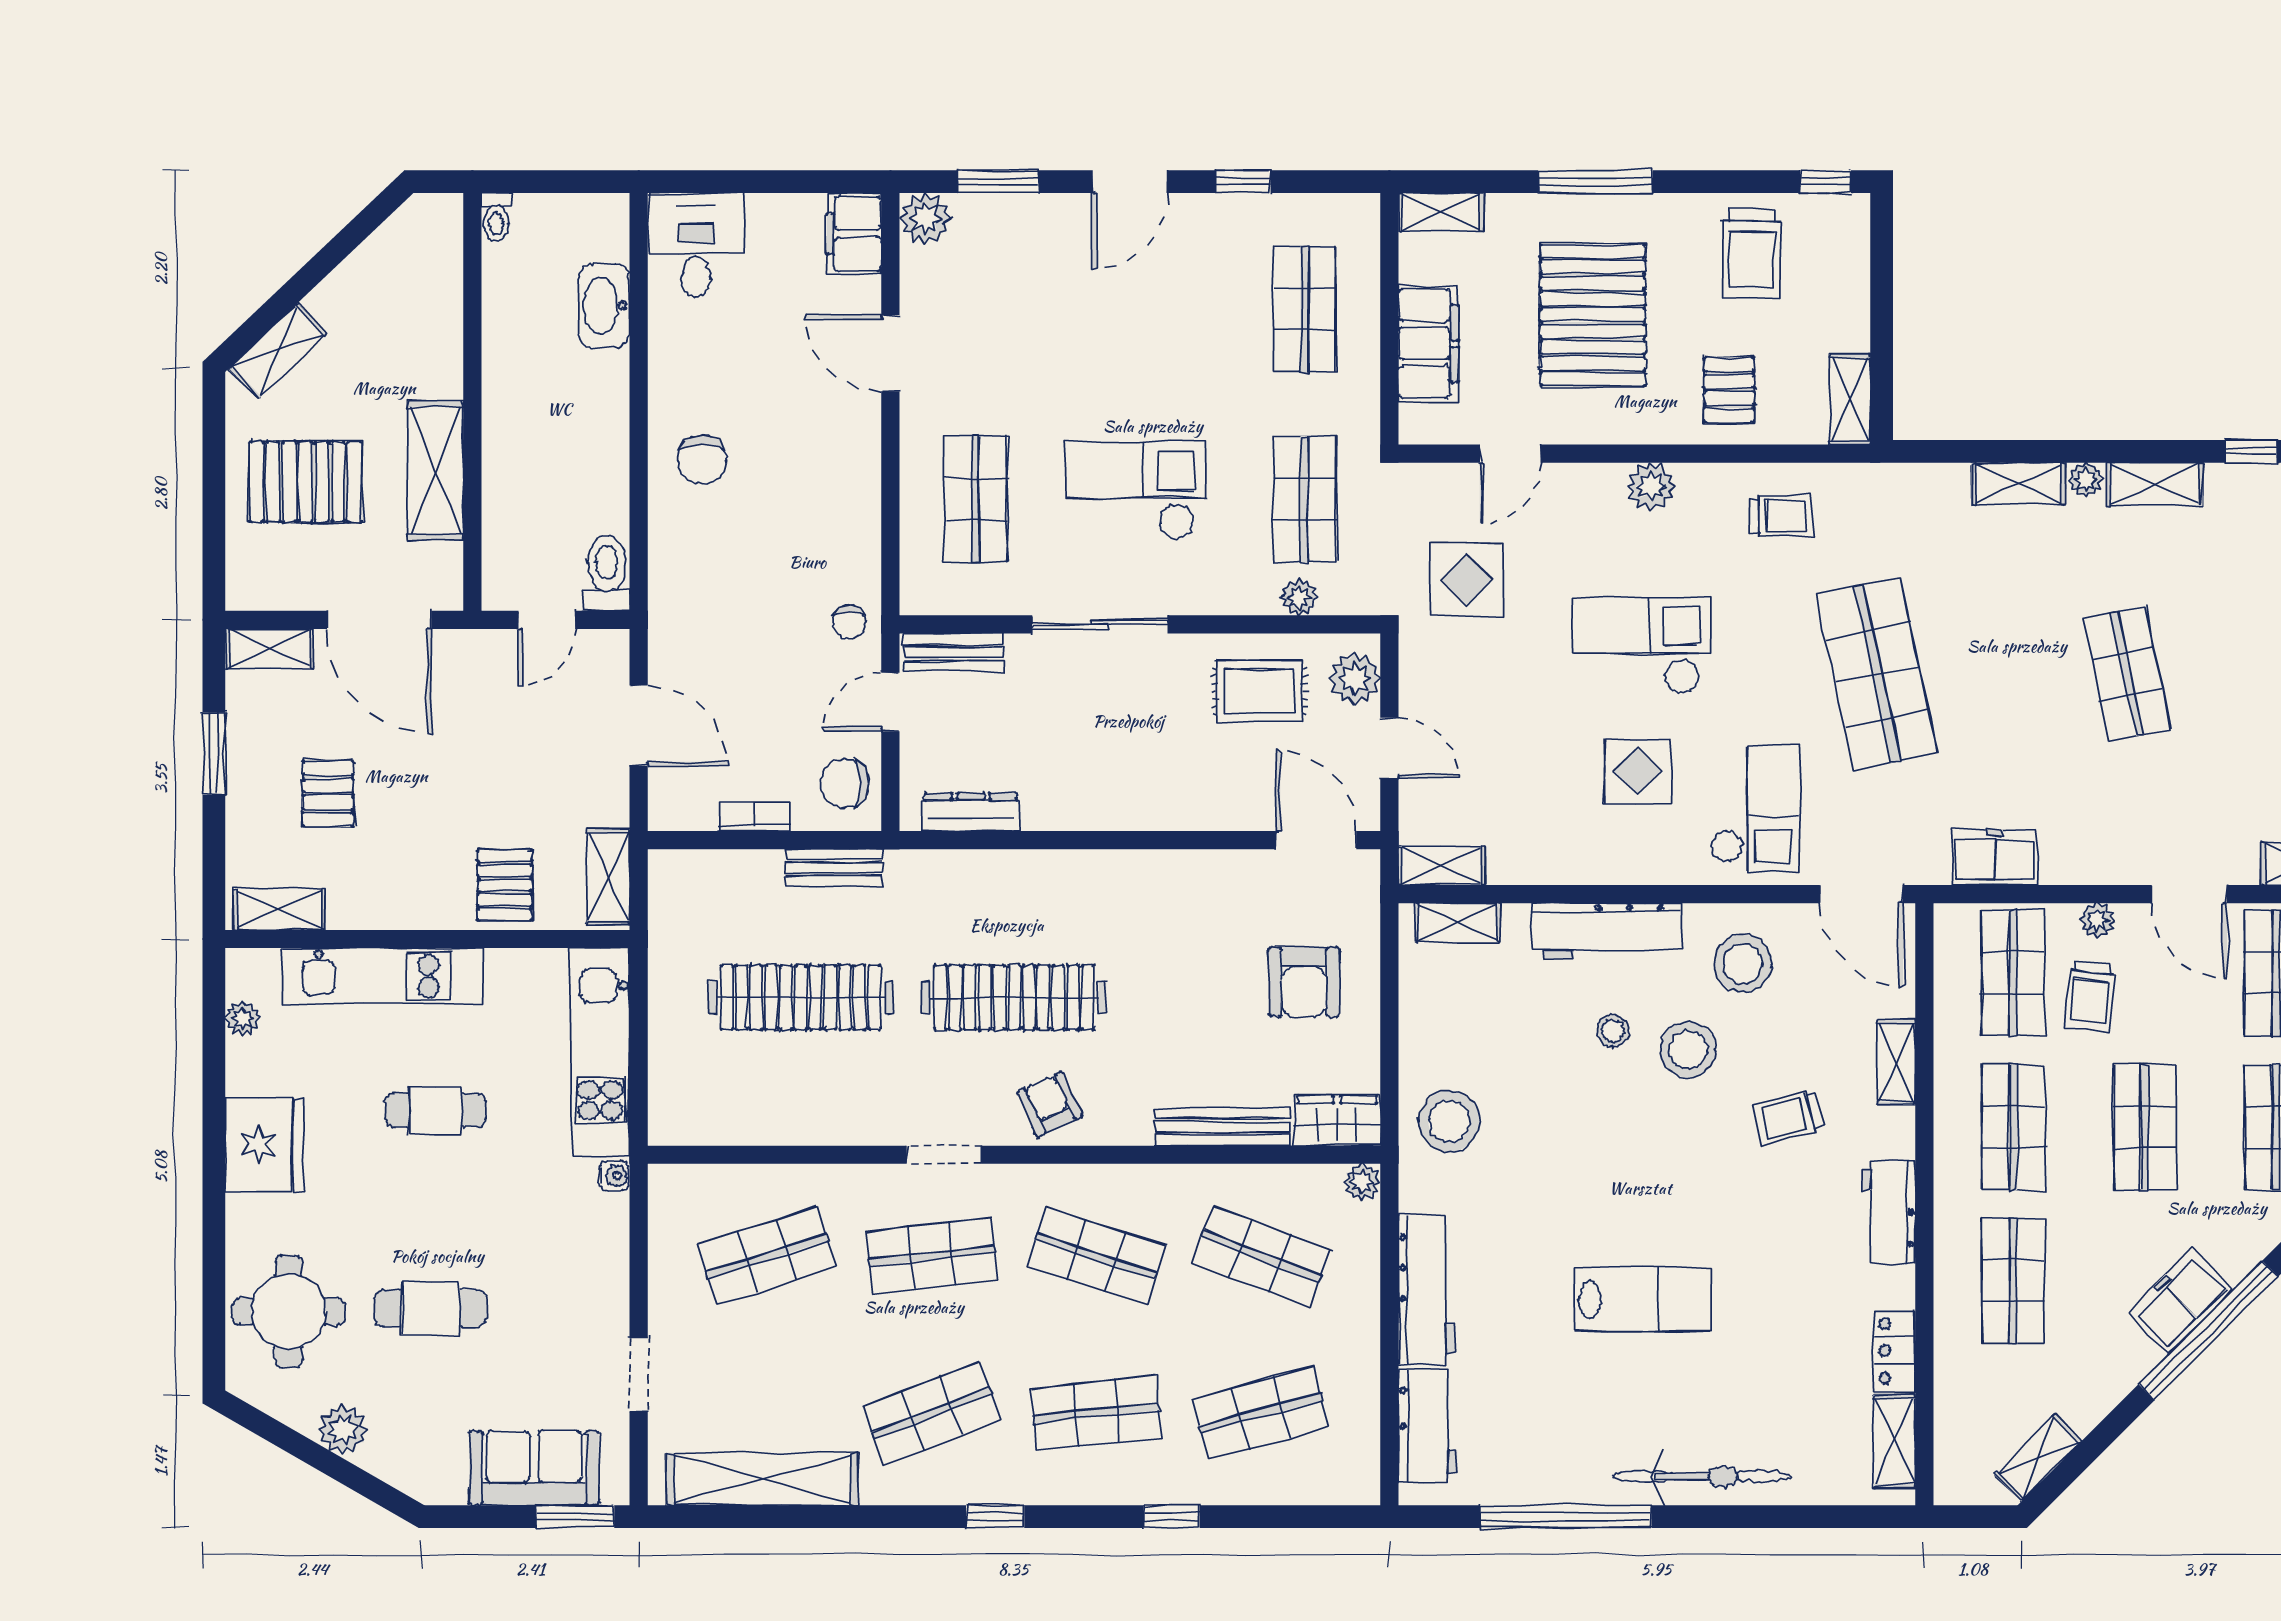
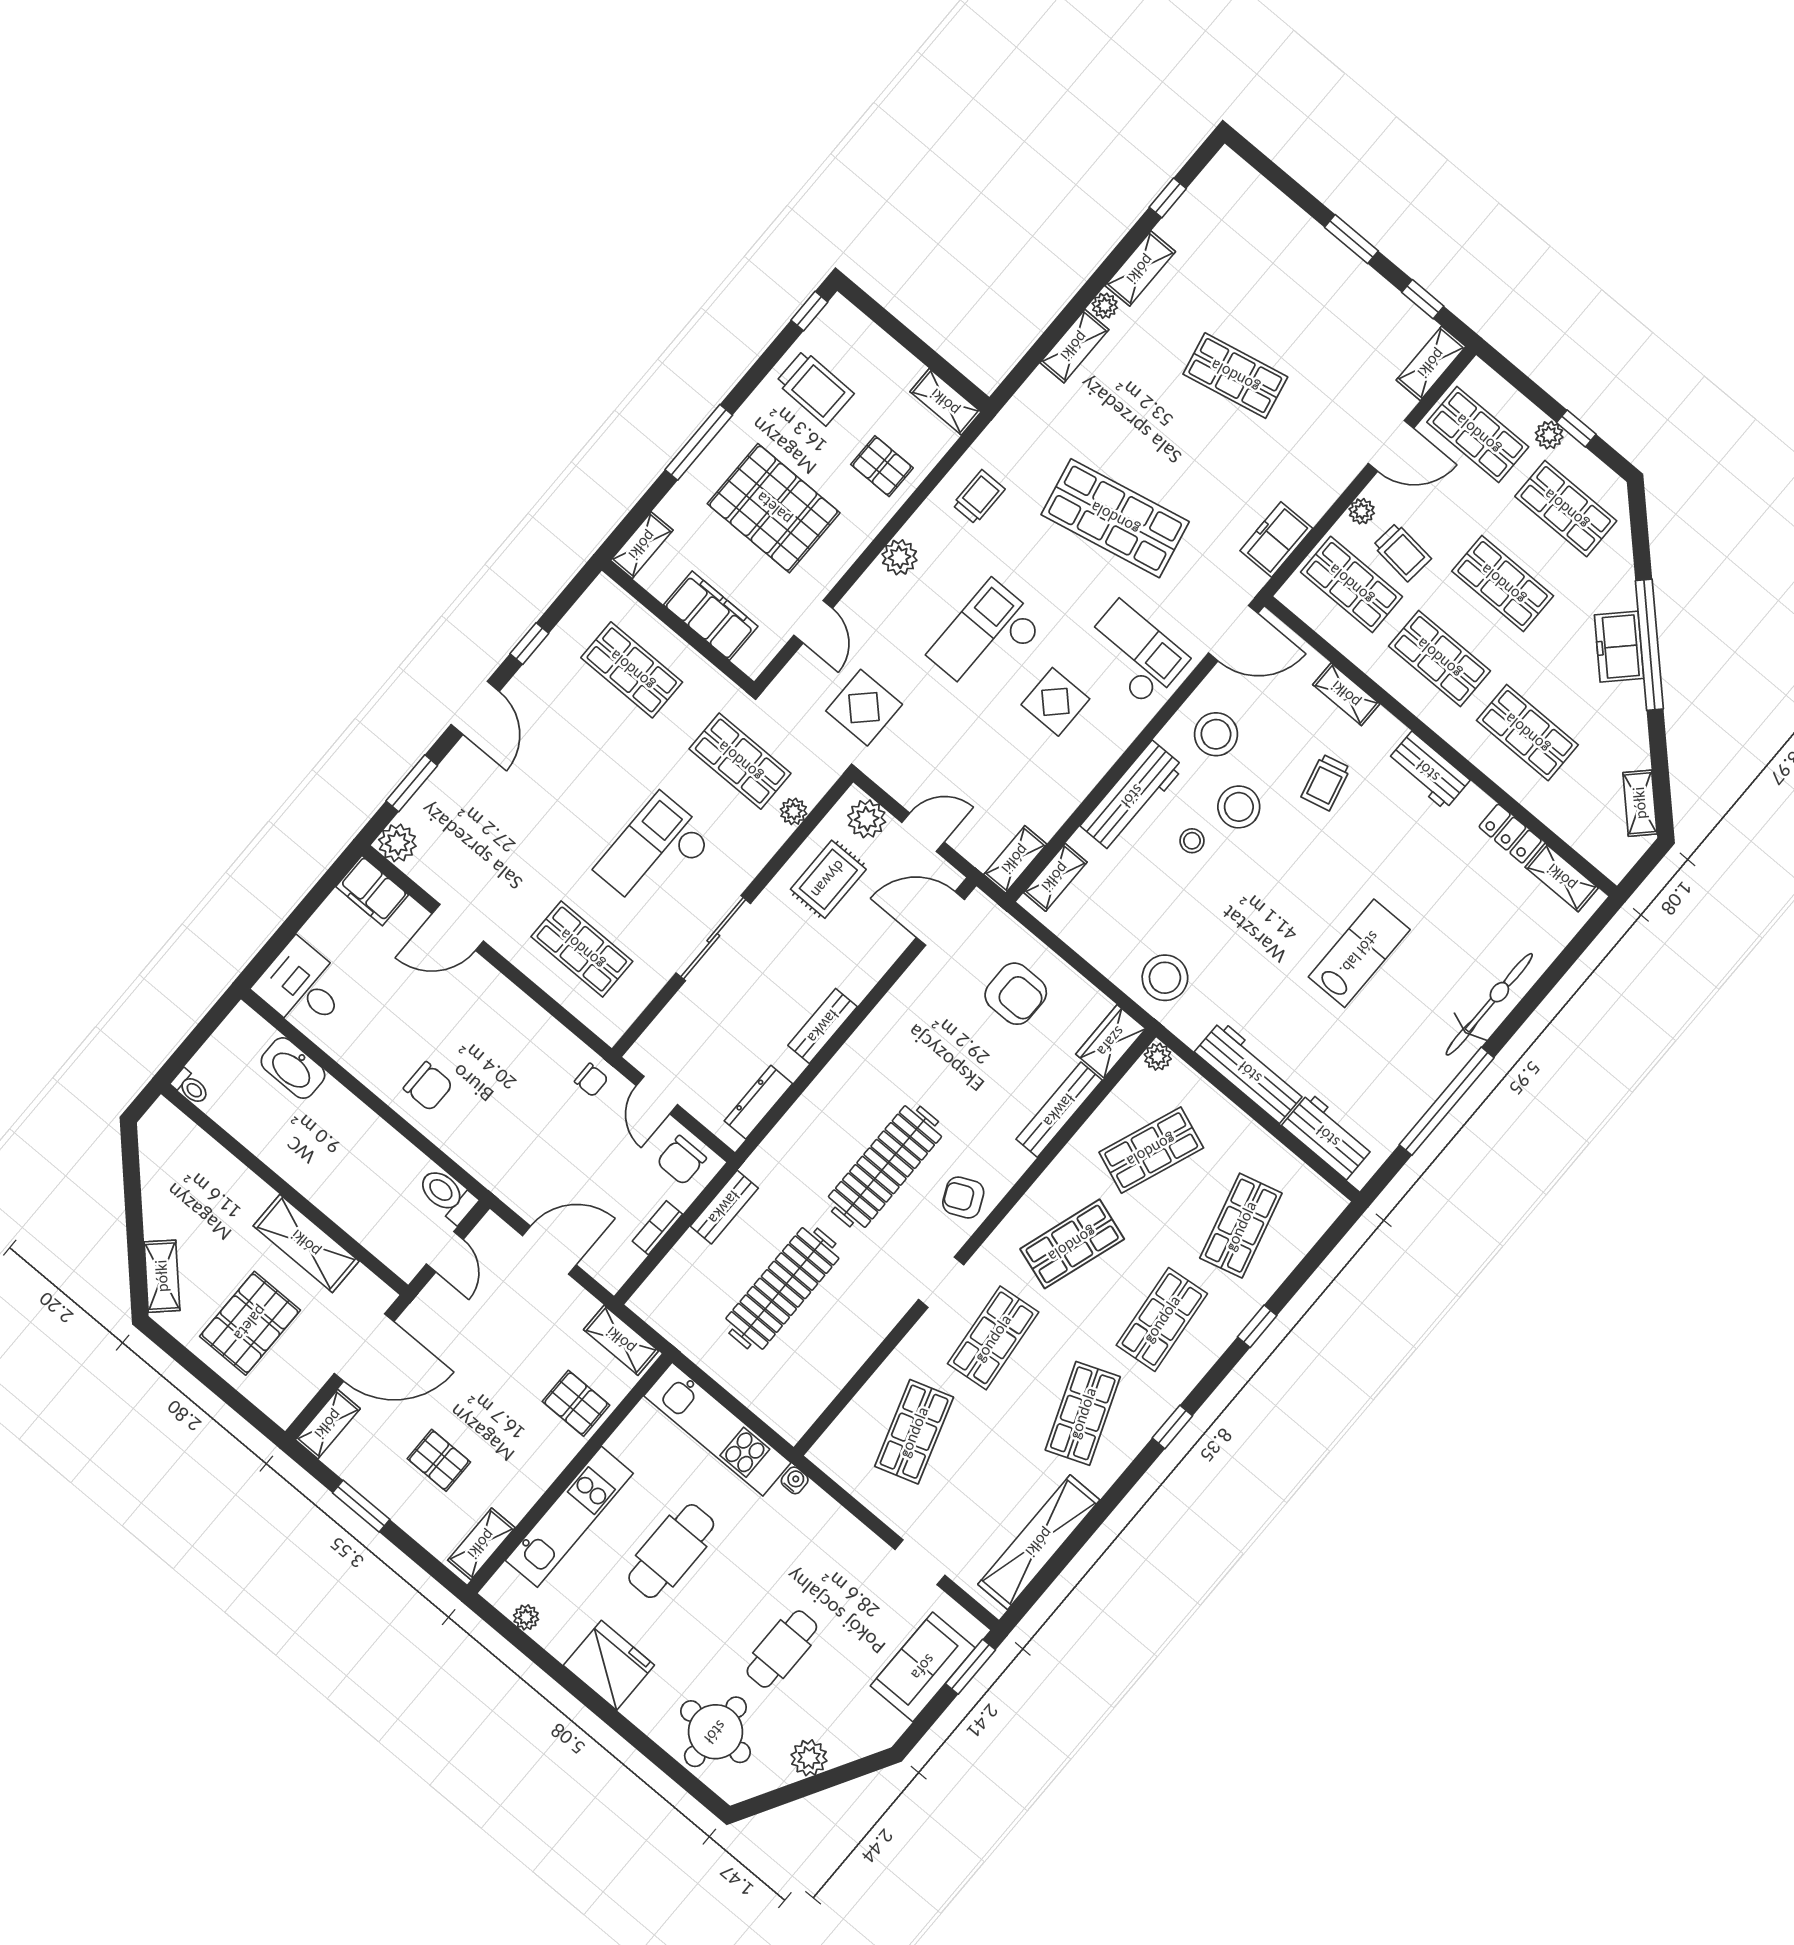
bench: (954, 652) -> (823, 1026), moved
cafe table: (435, 1110) -> (671, 1551), width x1.37, depth x1.35

